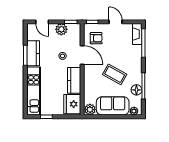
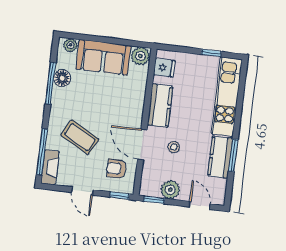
coffee table: (115, 74) -> (80, 137), moved
fridge: (72, 104) -> (164, 68), width x0.53, depth x0.75

